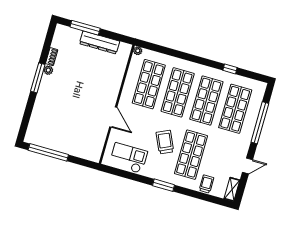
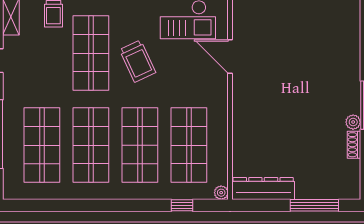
dresser: (100, 42) -> (263, 189), moved
window: (230, 69) -> (182, 205), moved
door: (113, 117) -> (230, 57), moved

